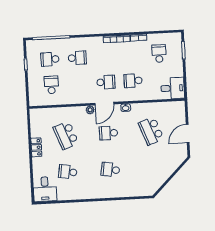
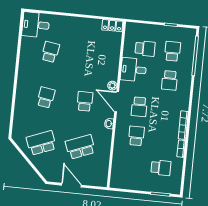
desk: (173, 88) -> (134, 70), moved, turned 90
school desk: (66, 135) -> (41, 143), moved
locker: (36, 147) -> (112, 26), moved

